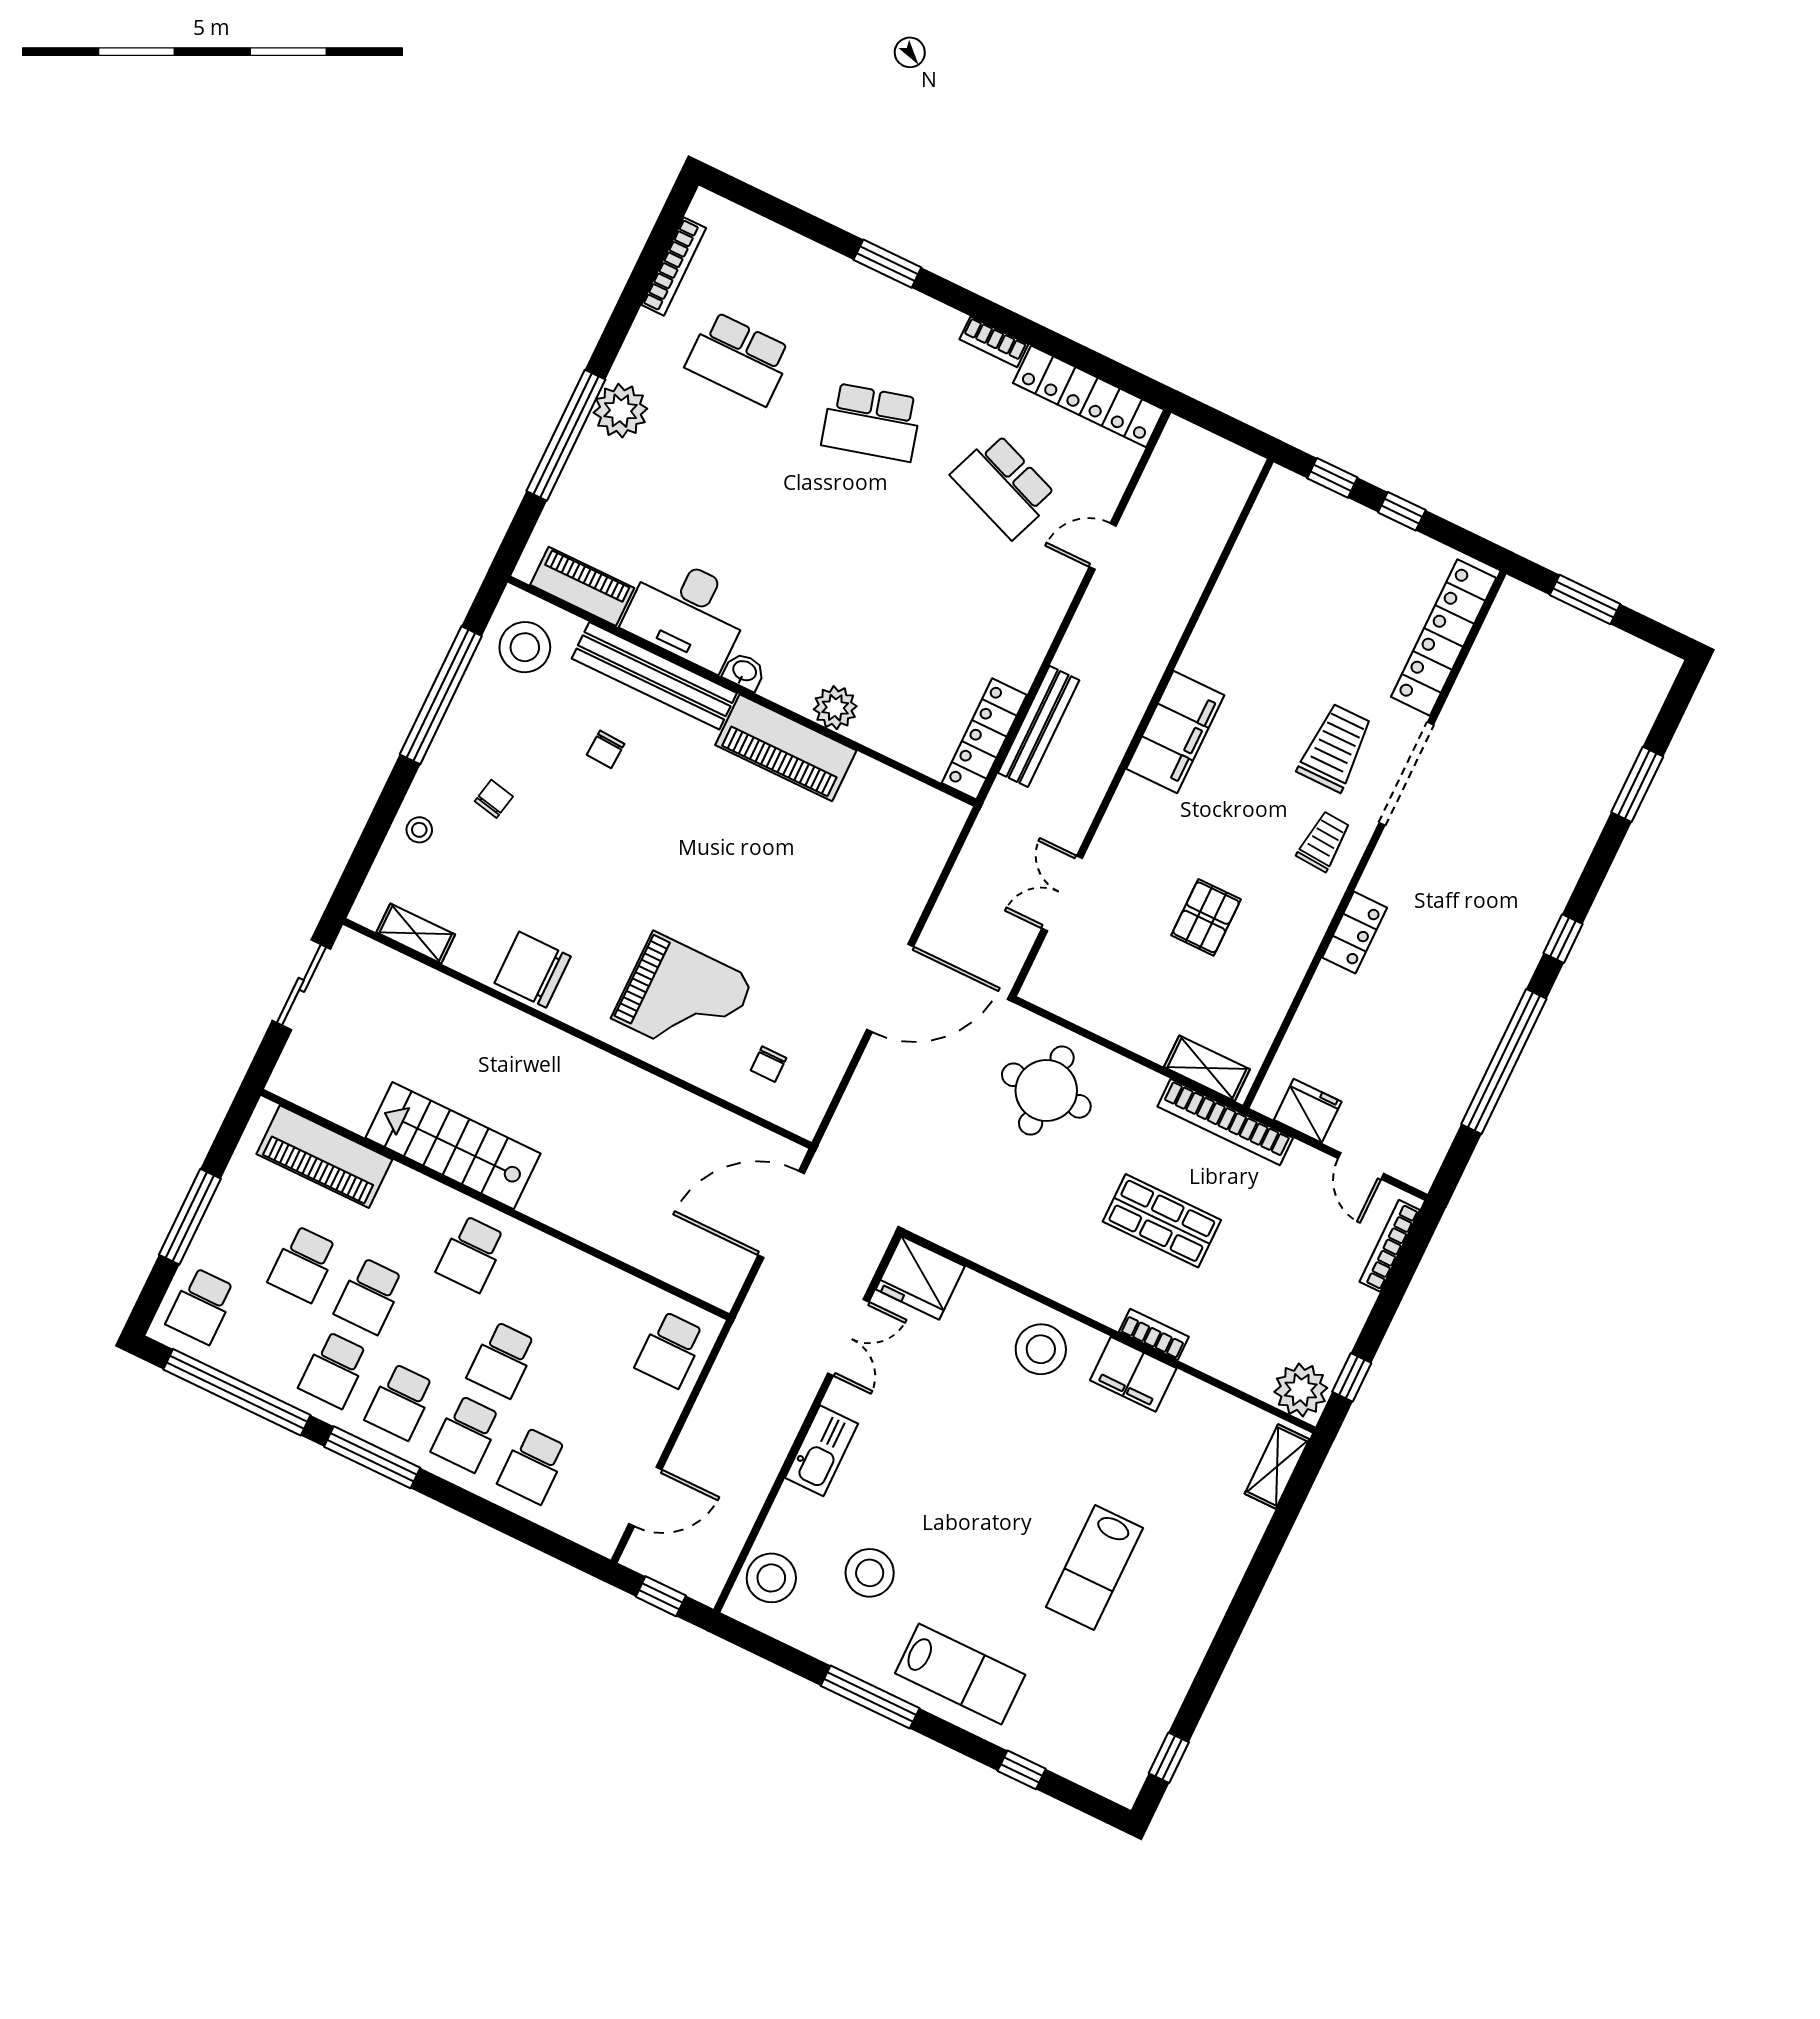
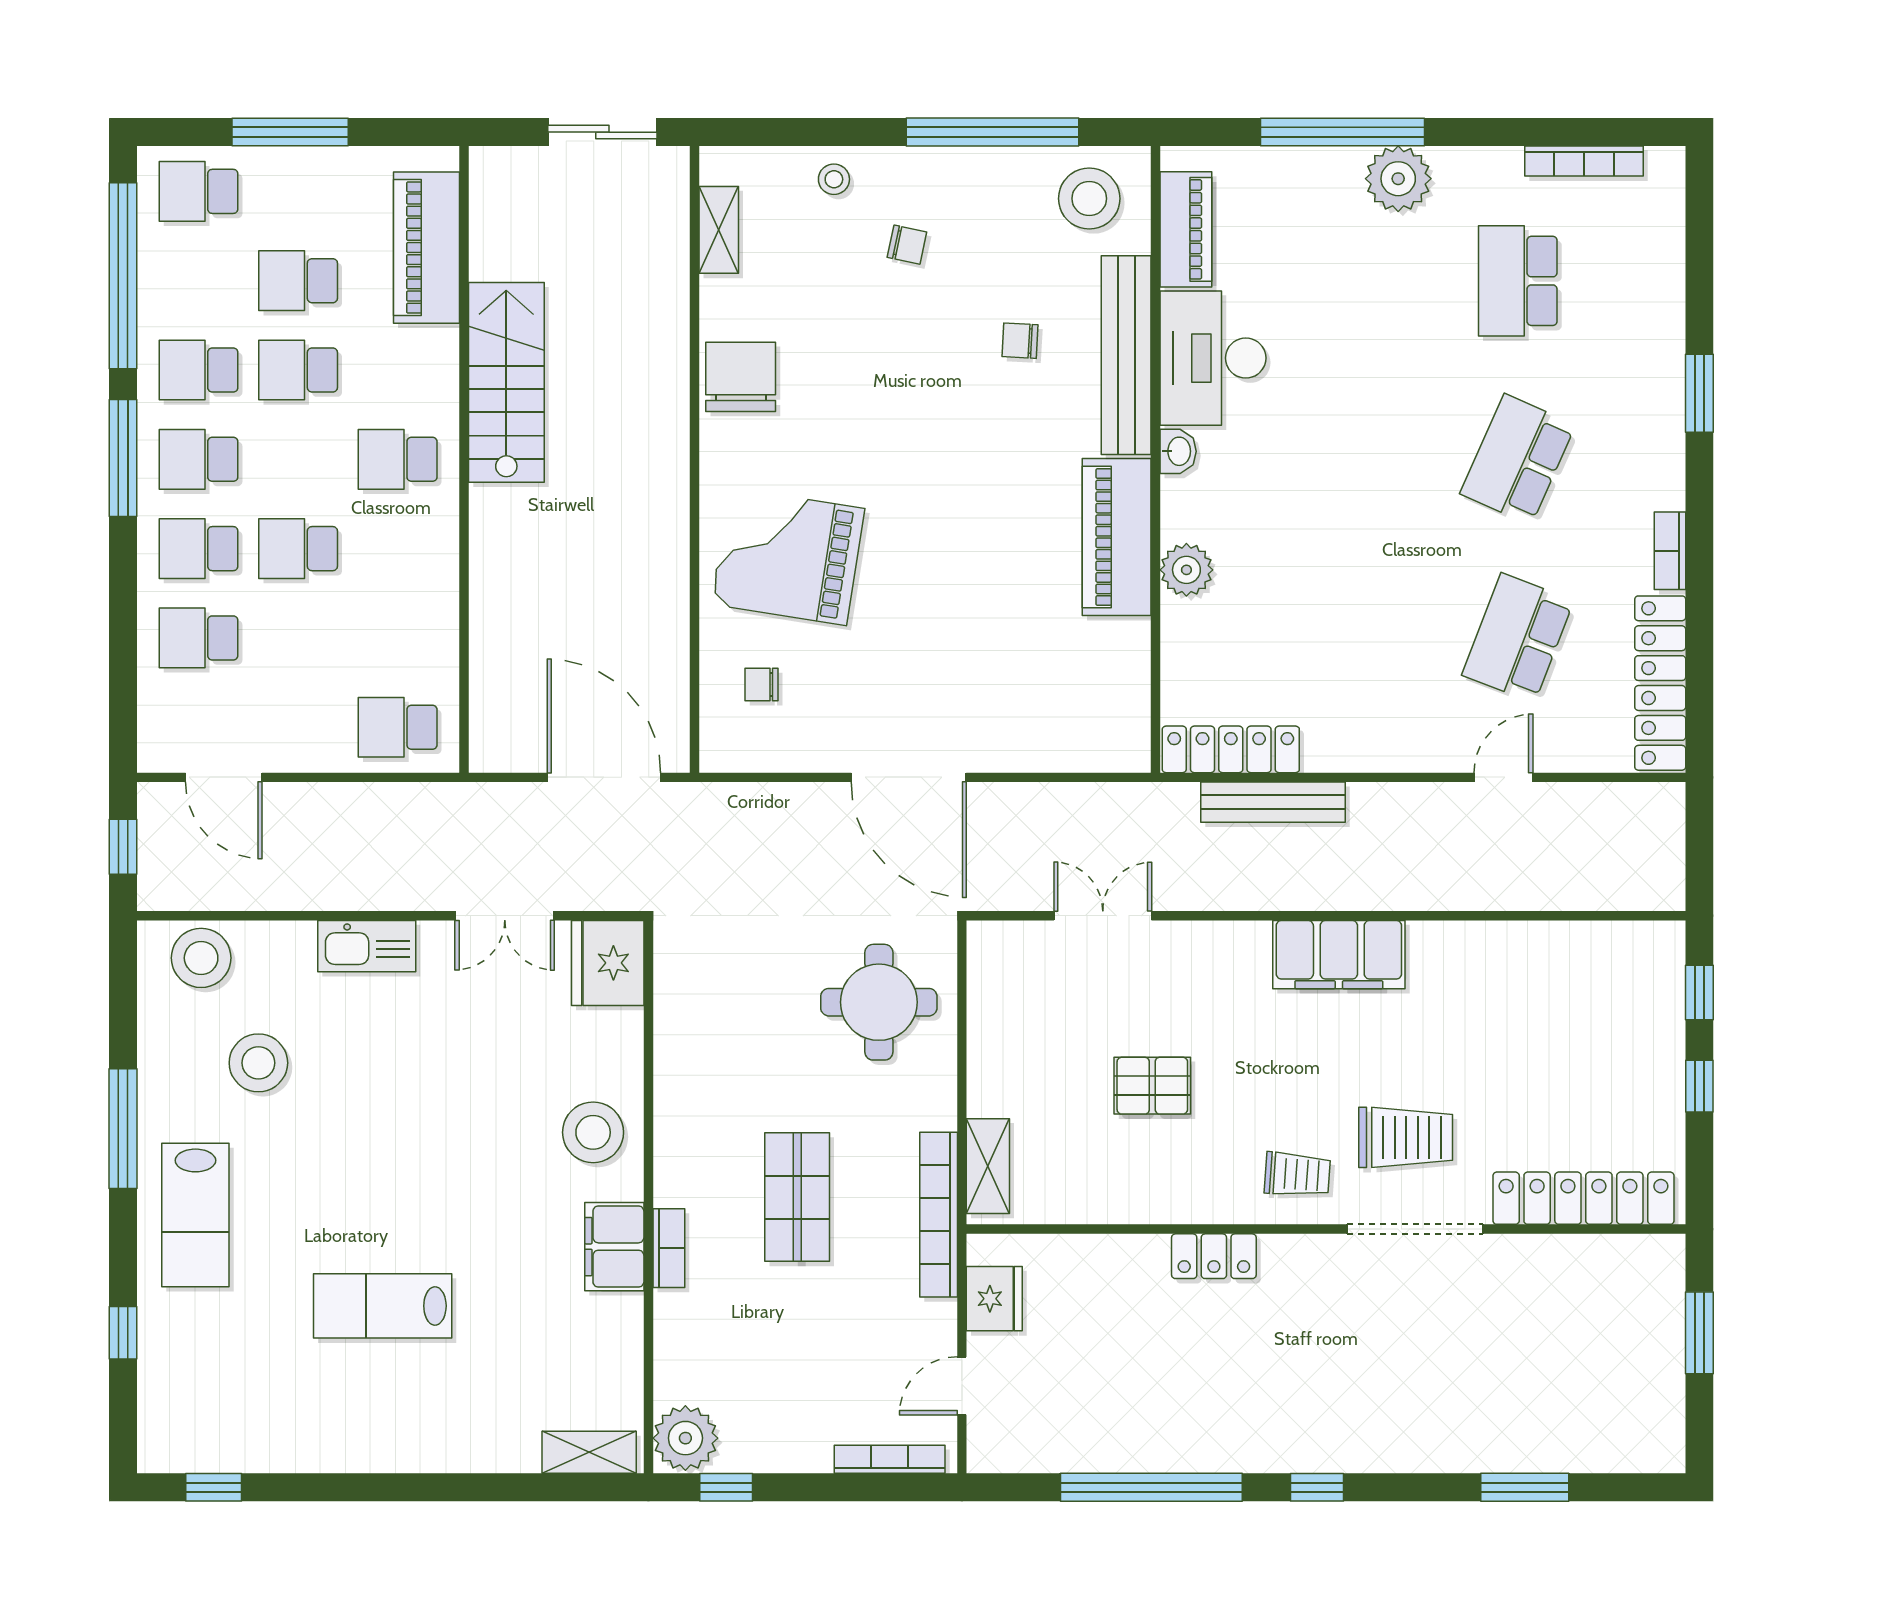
school desk: (872, 422) -> (1518, 459), turned 39
door: (1103, 546) -> (1503, 777), hinge flipped
grand piano: (683, 999) -> (788, 556), turned 99

